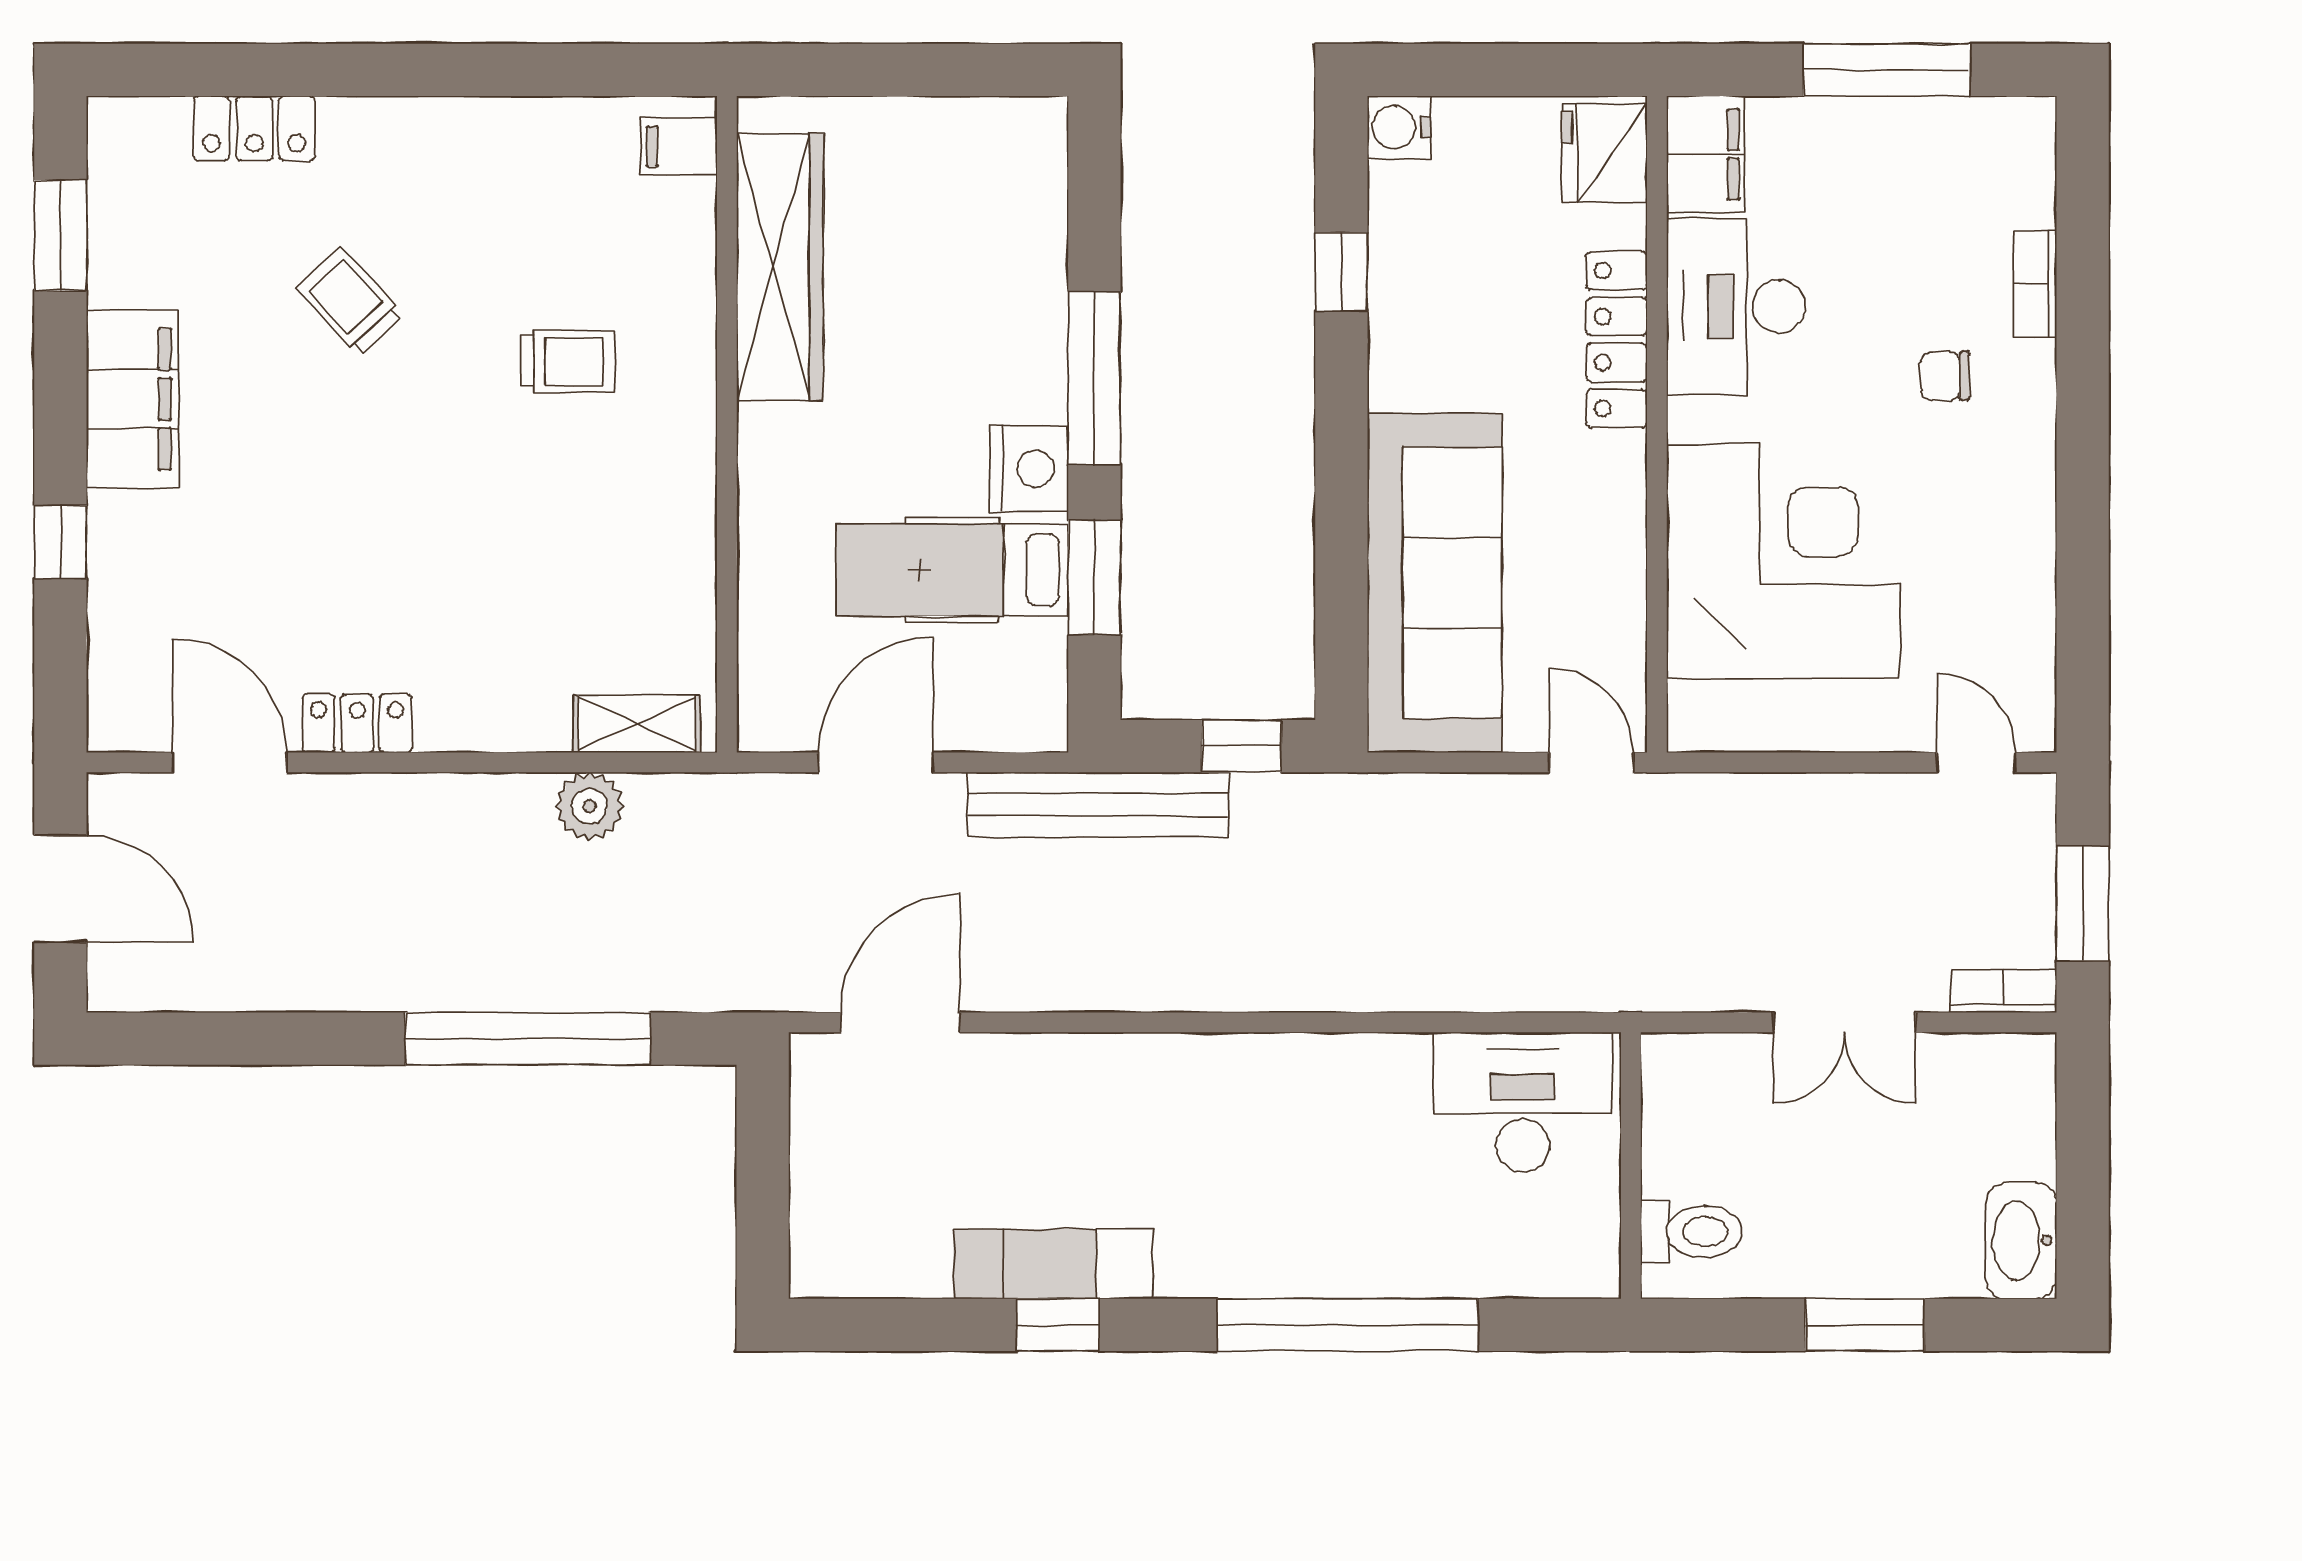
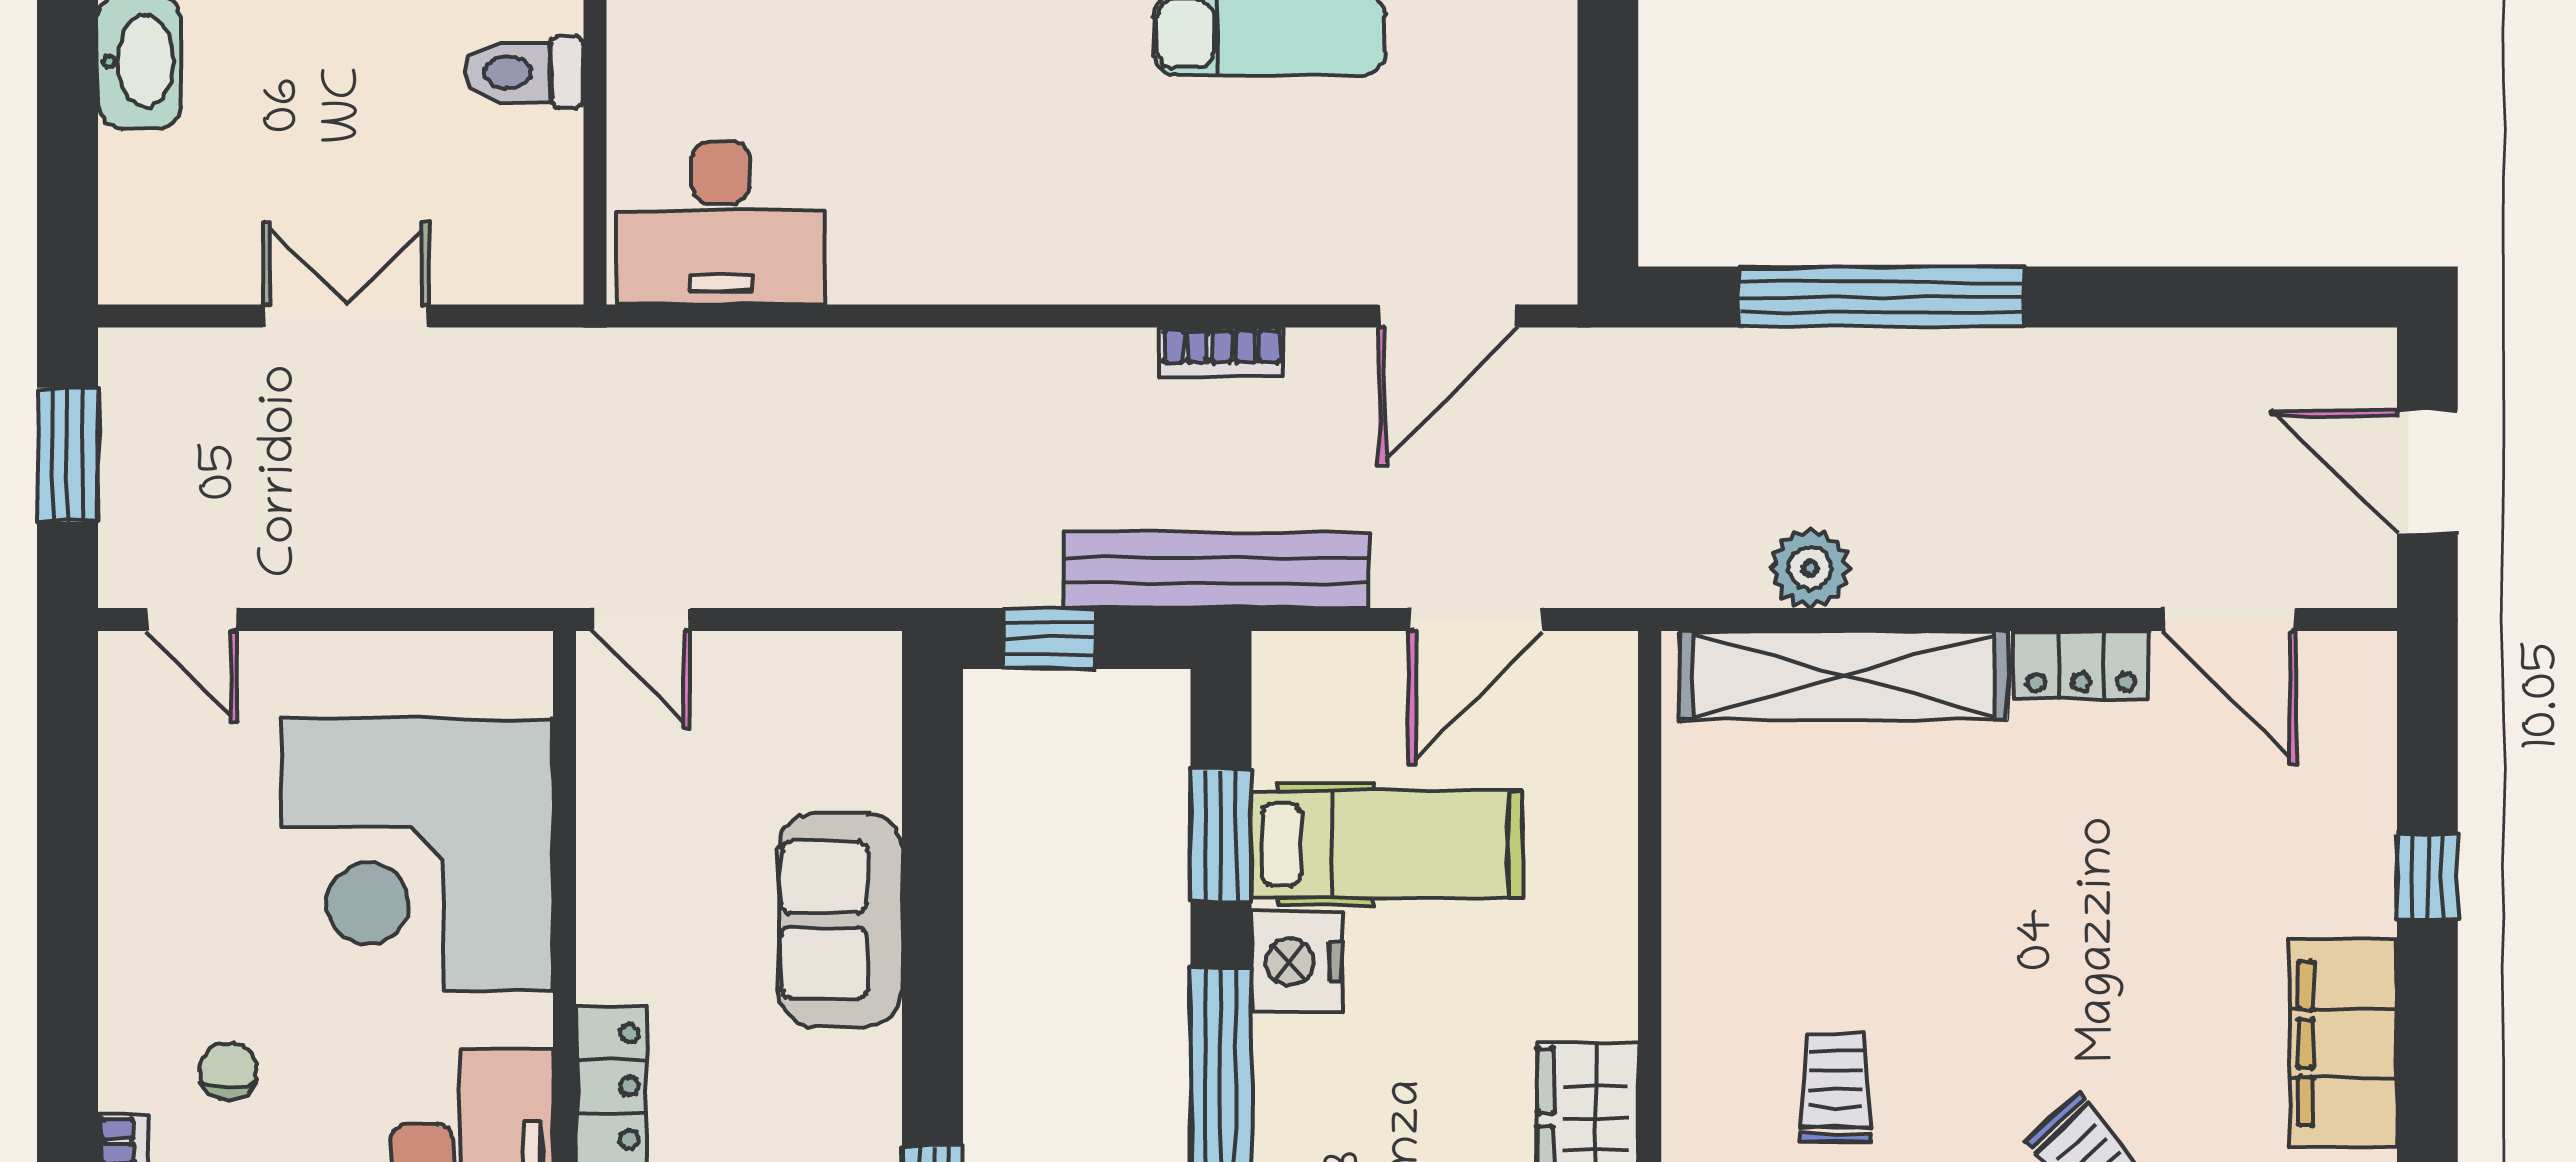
trolley: (568, 361) -> (1835, 1087), turned 90
chair: (1945, 376) -> (228, 1071), turned -90
sofa: (1435, 583) -> (840, 920), width x0.54, depth x0.79
shelving: (637, 724) -> (1844, 676), width x2.20, depth x1.33
bookcase: (2003, 991) -> (1222, 352), moved

